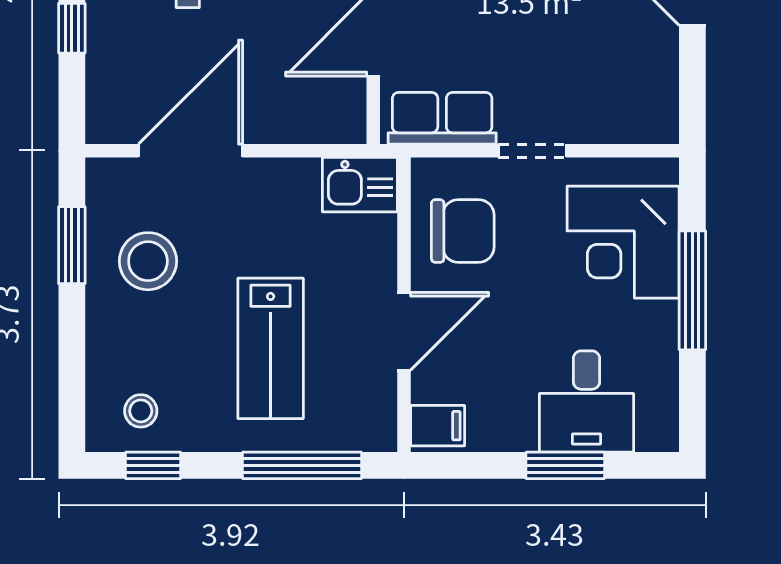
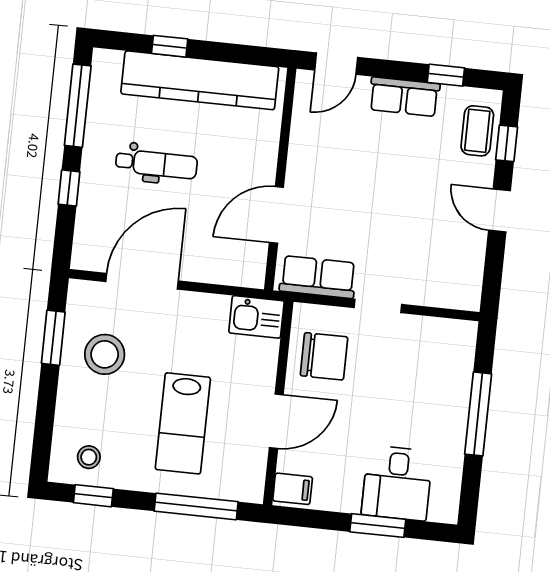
corner desk: (623, 242) -> (434, 376), removed

